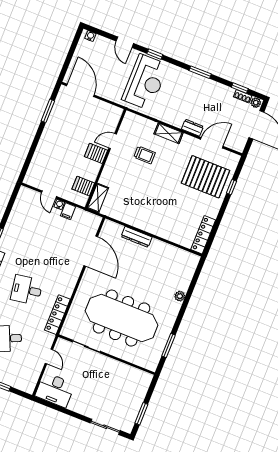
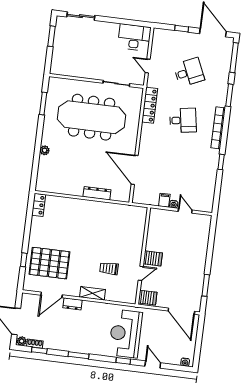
server rack: (83, 186) -> (148, 298), moved
shelving: (98, 198) -> (141, 219), removed
locker: (203, 235) -> (39, 205), width x0.66

